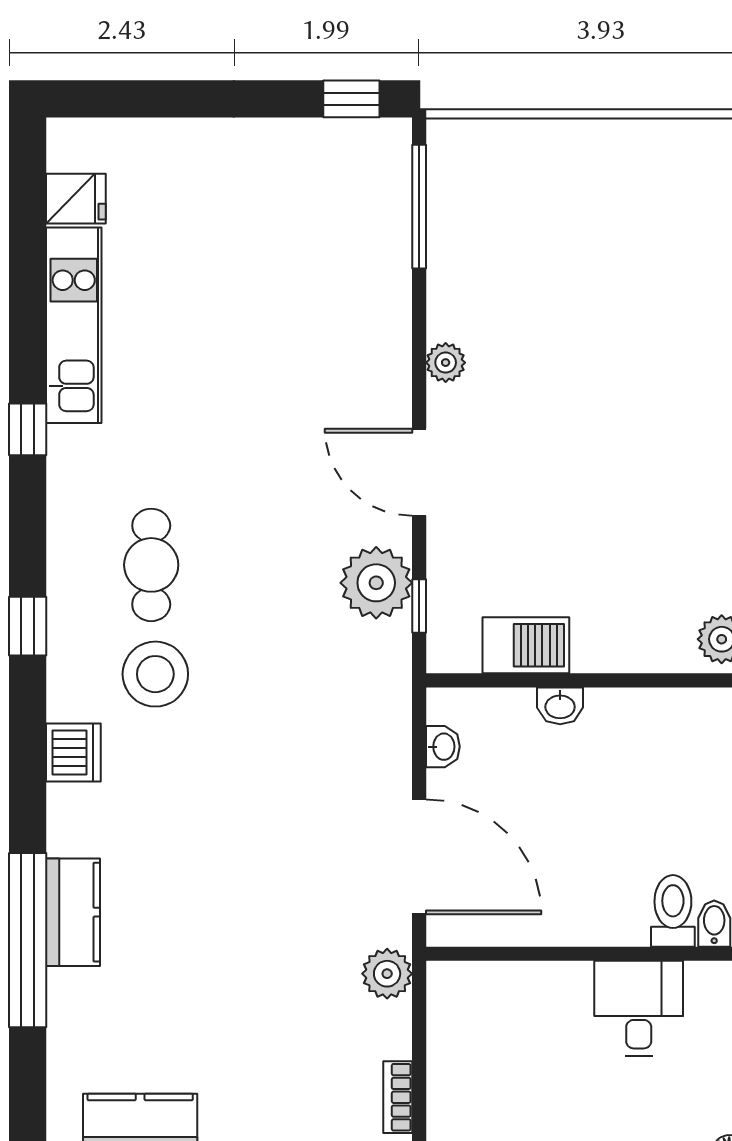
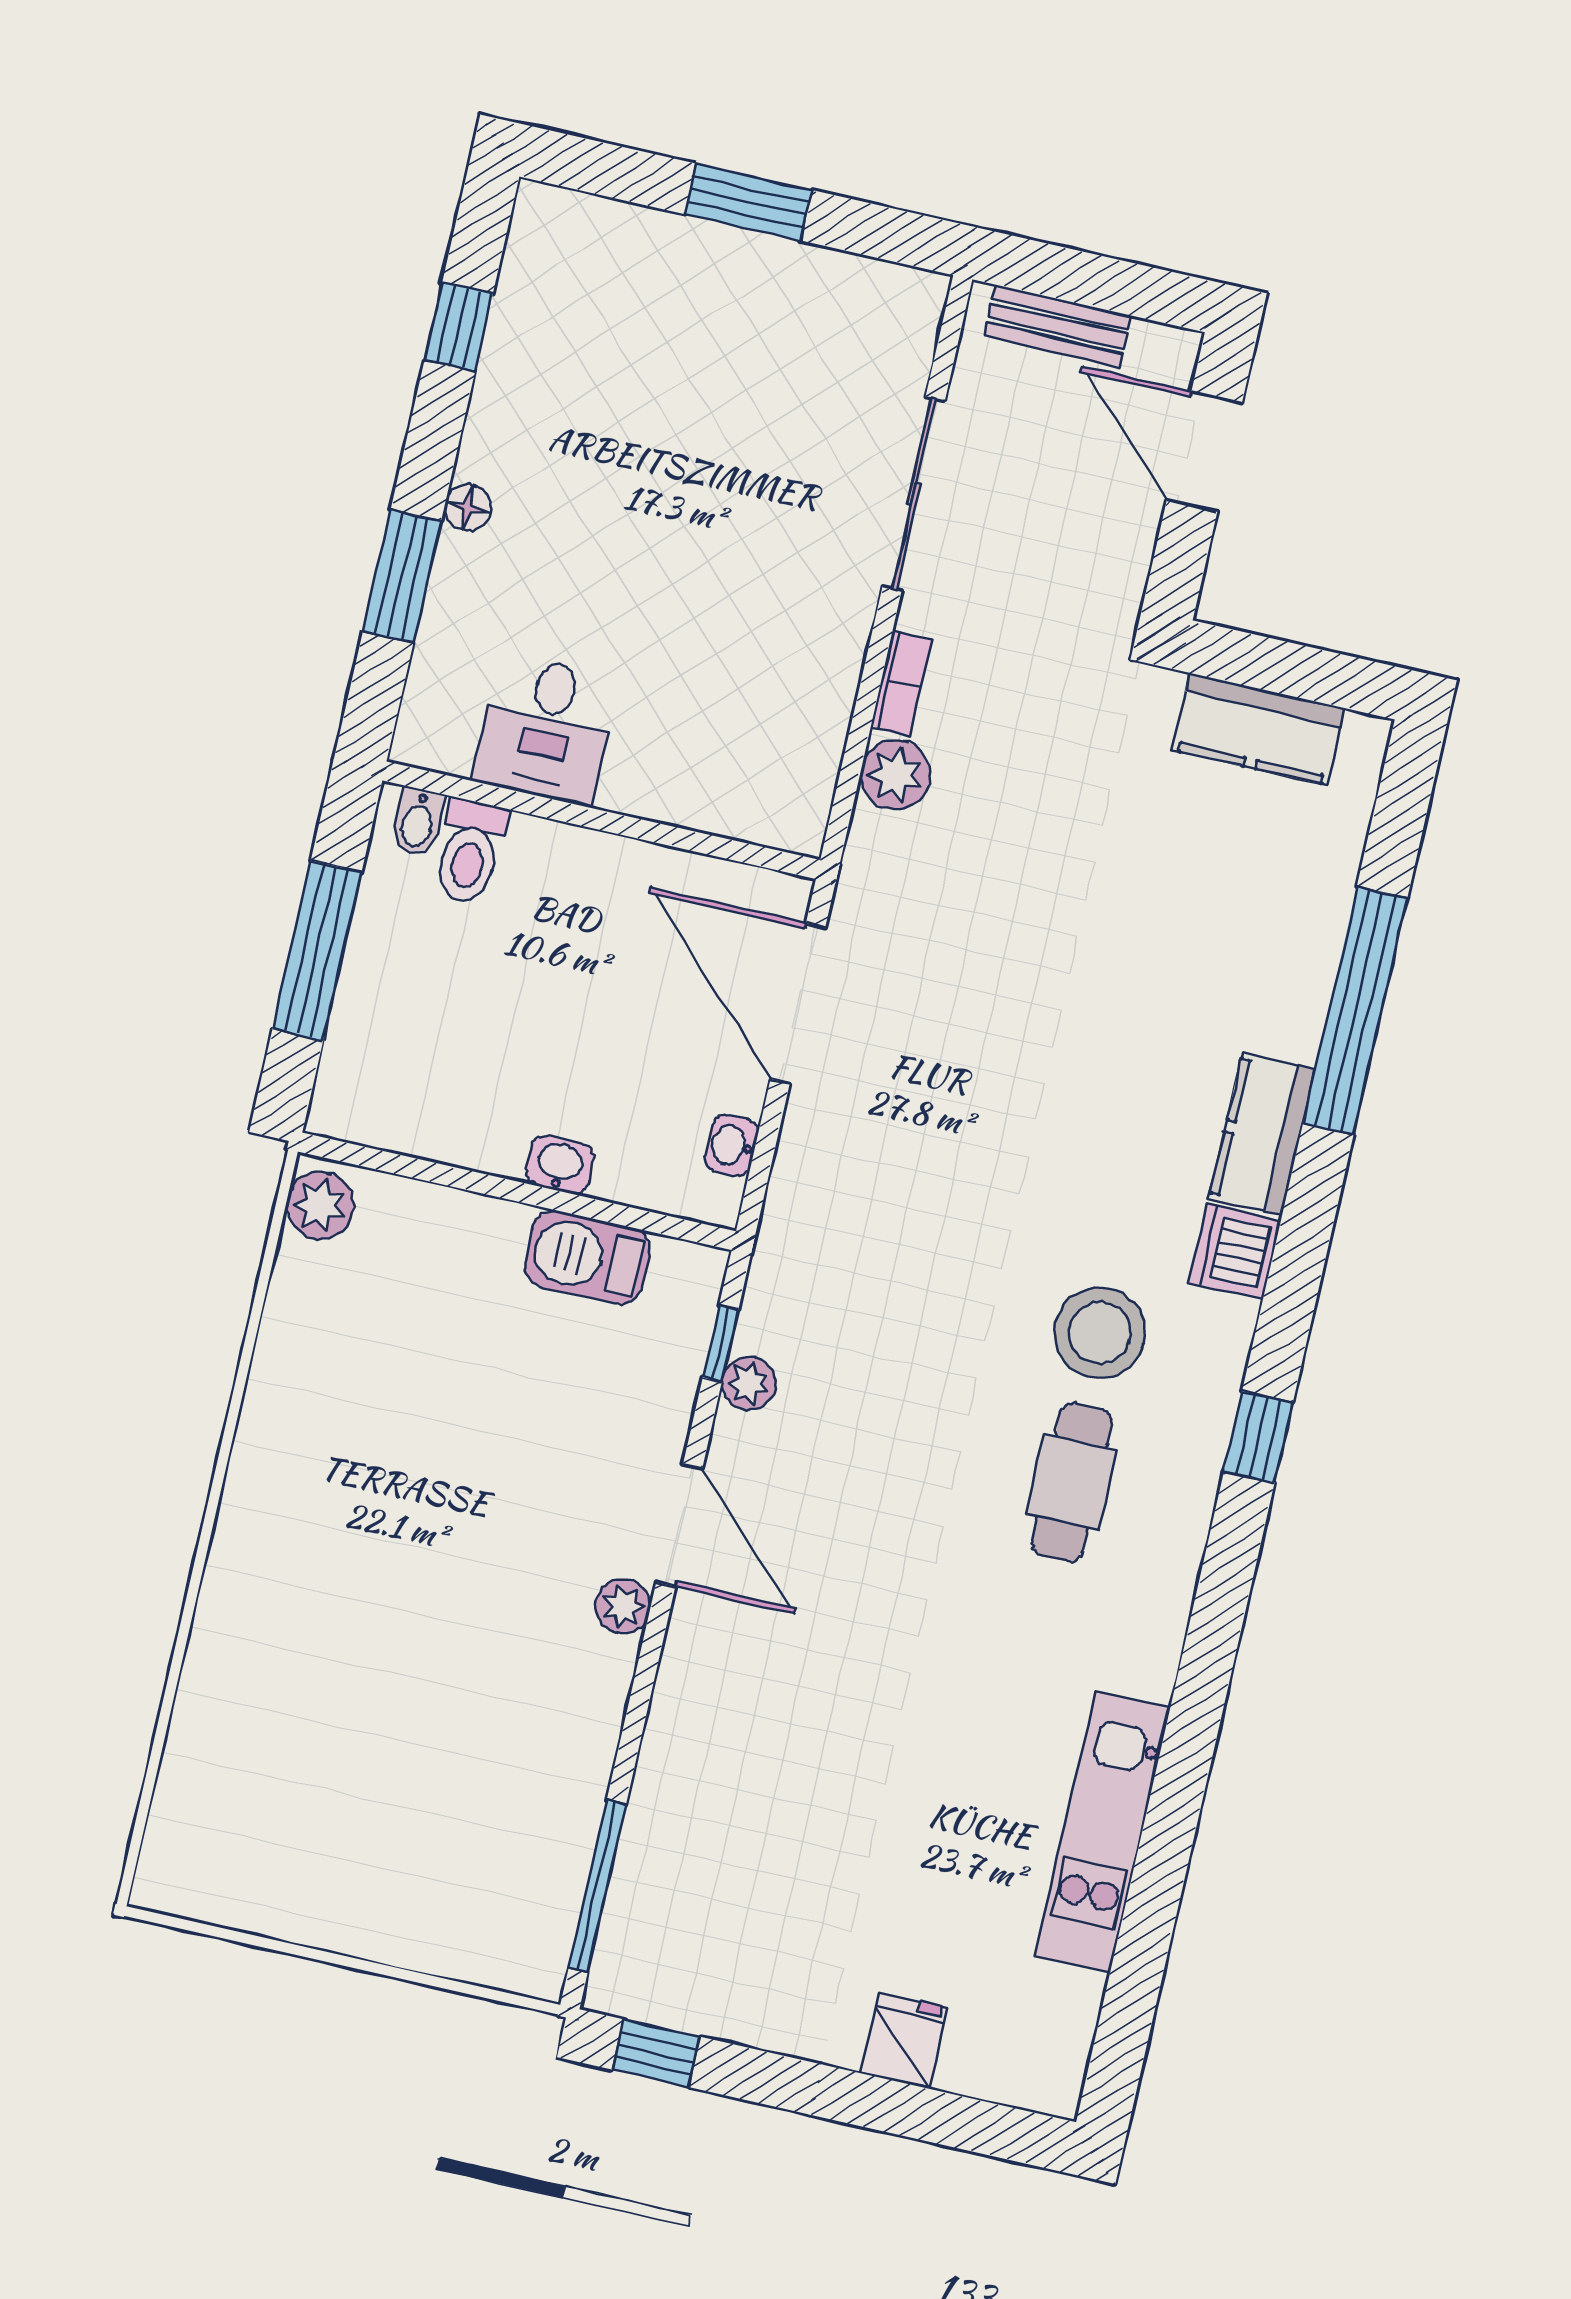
fridge: (76, 199) -> (904, 2041), moved, turned 90
plant: (446, 363) -> (623, 1606), moved
window: (28, 429) -> (1198, 1704), removed
plant: (376, 583) -> (749, 1383), width x0.53, depth x0.53
kitchen counter: (73, 912) -> (1262, 1134), moved
plant: (387, 974) -> (895, 775), moved

